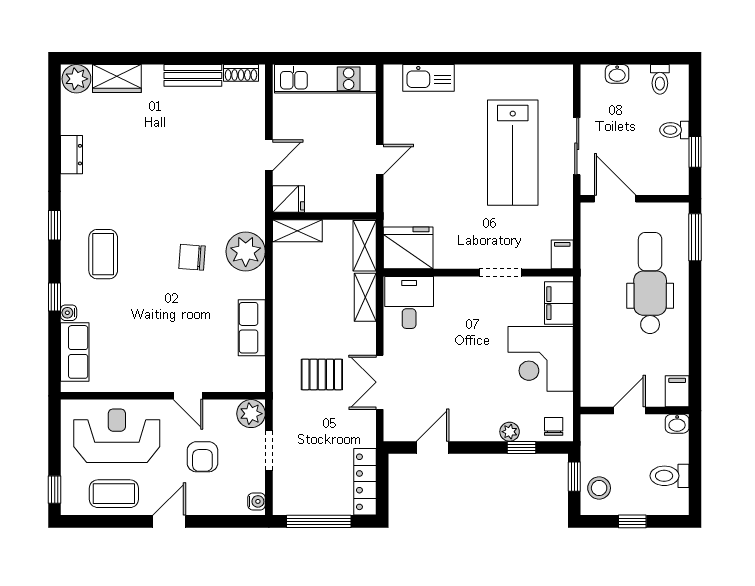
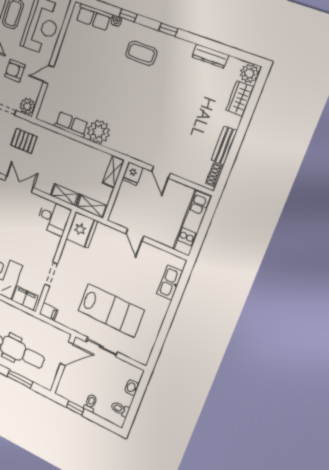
lab bench: (513, 153) -> (111, 310), turned 180
dresser: (72, 155) -> (210, 56), width x1.44
window: (695, 237) -> (20, 379), moved
plant: (246, 251) -> (99, 132), moved
chair: (192, 257) -> (121, 105), removed
pallet: (322, 374) -> (24, 141), moved, turned 90

